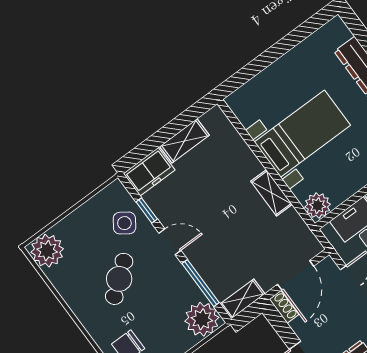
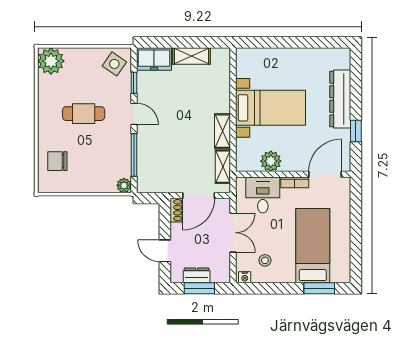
plant: (318, 206) -> (271, 161), moved
side table: (124, 223) -> (114, 64), moved
cafe table: (119, 279) -> (84, 114), turned 38
shelving: (243, 299) -> (223, 167), moved, turned 90
plant: (202, 319) -> (124, 185), width x0.53, depth x0.53

